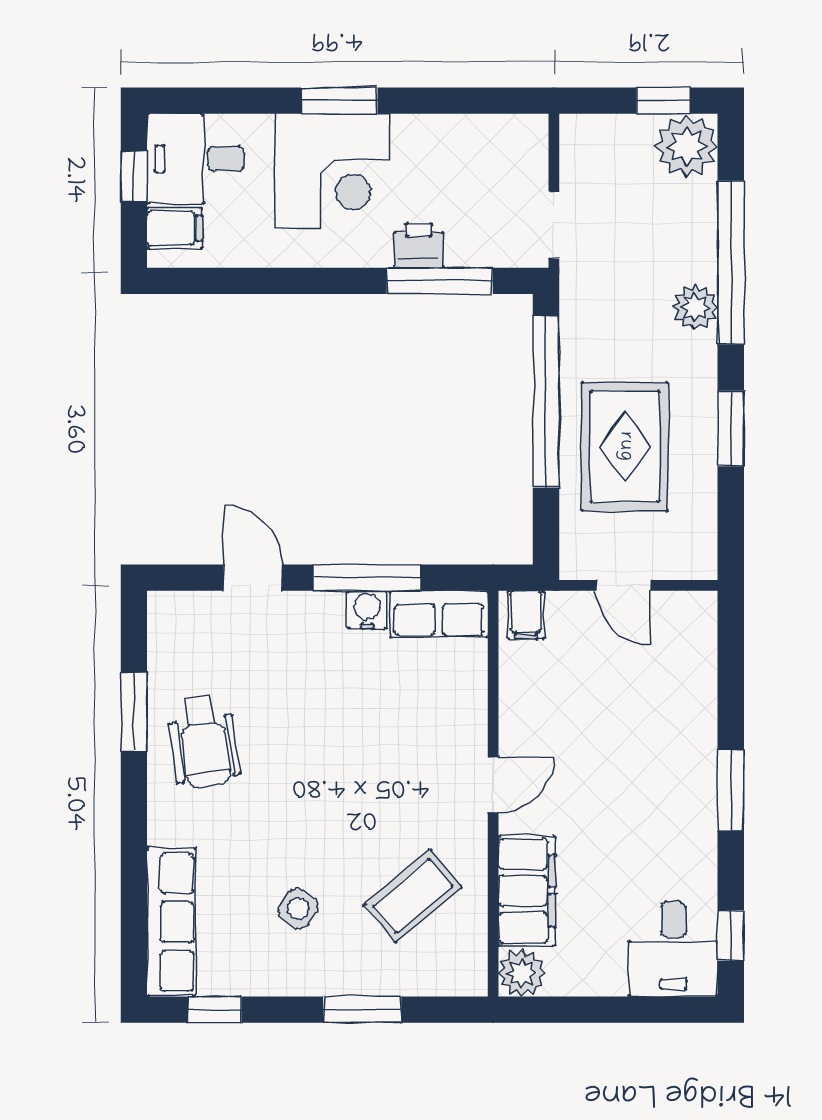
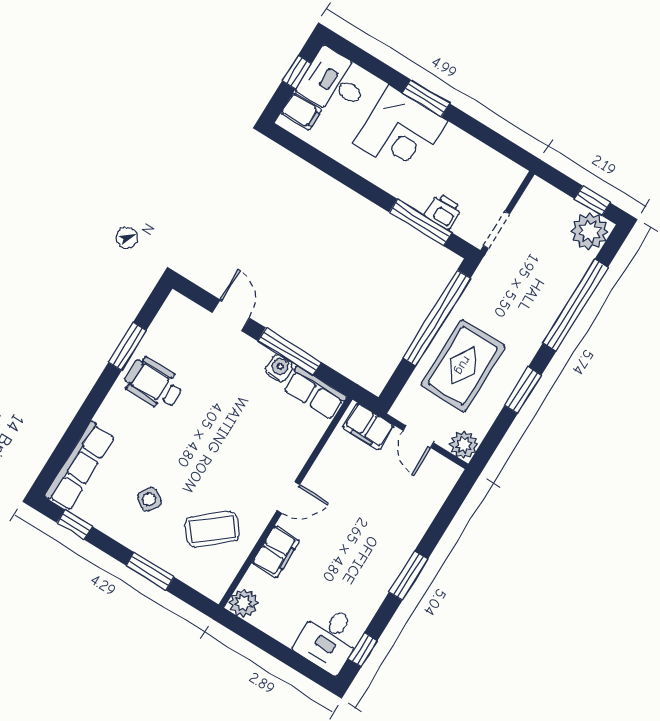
printer: (419, 245) -> (443, 211), moved
plant: (695, 307) -> (464, 445), moved
filing cabinet: (526, 615) -> (368, 427), width x2.00
wheelchair: (204, 742) -> (154, 384), turned 98
filing cabinet: (527, 891) -> (276, 552), width x0.67, depth x0.86

